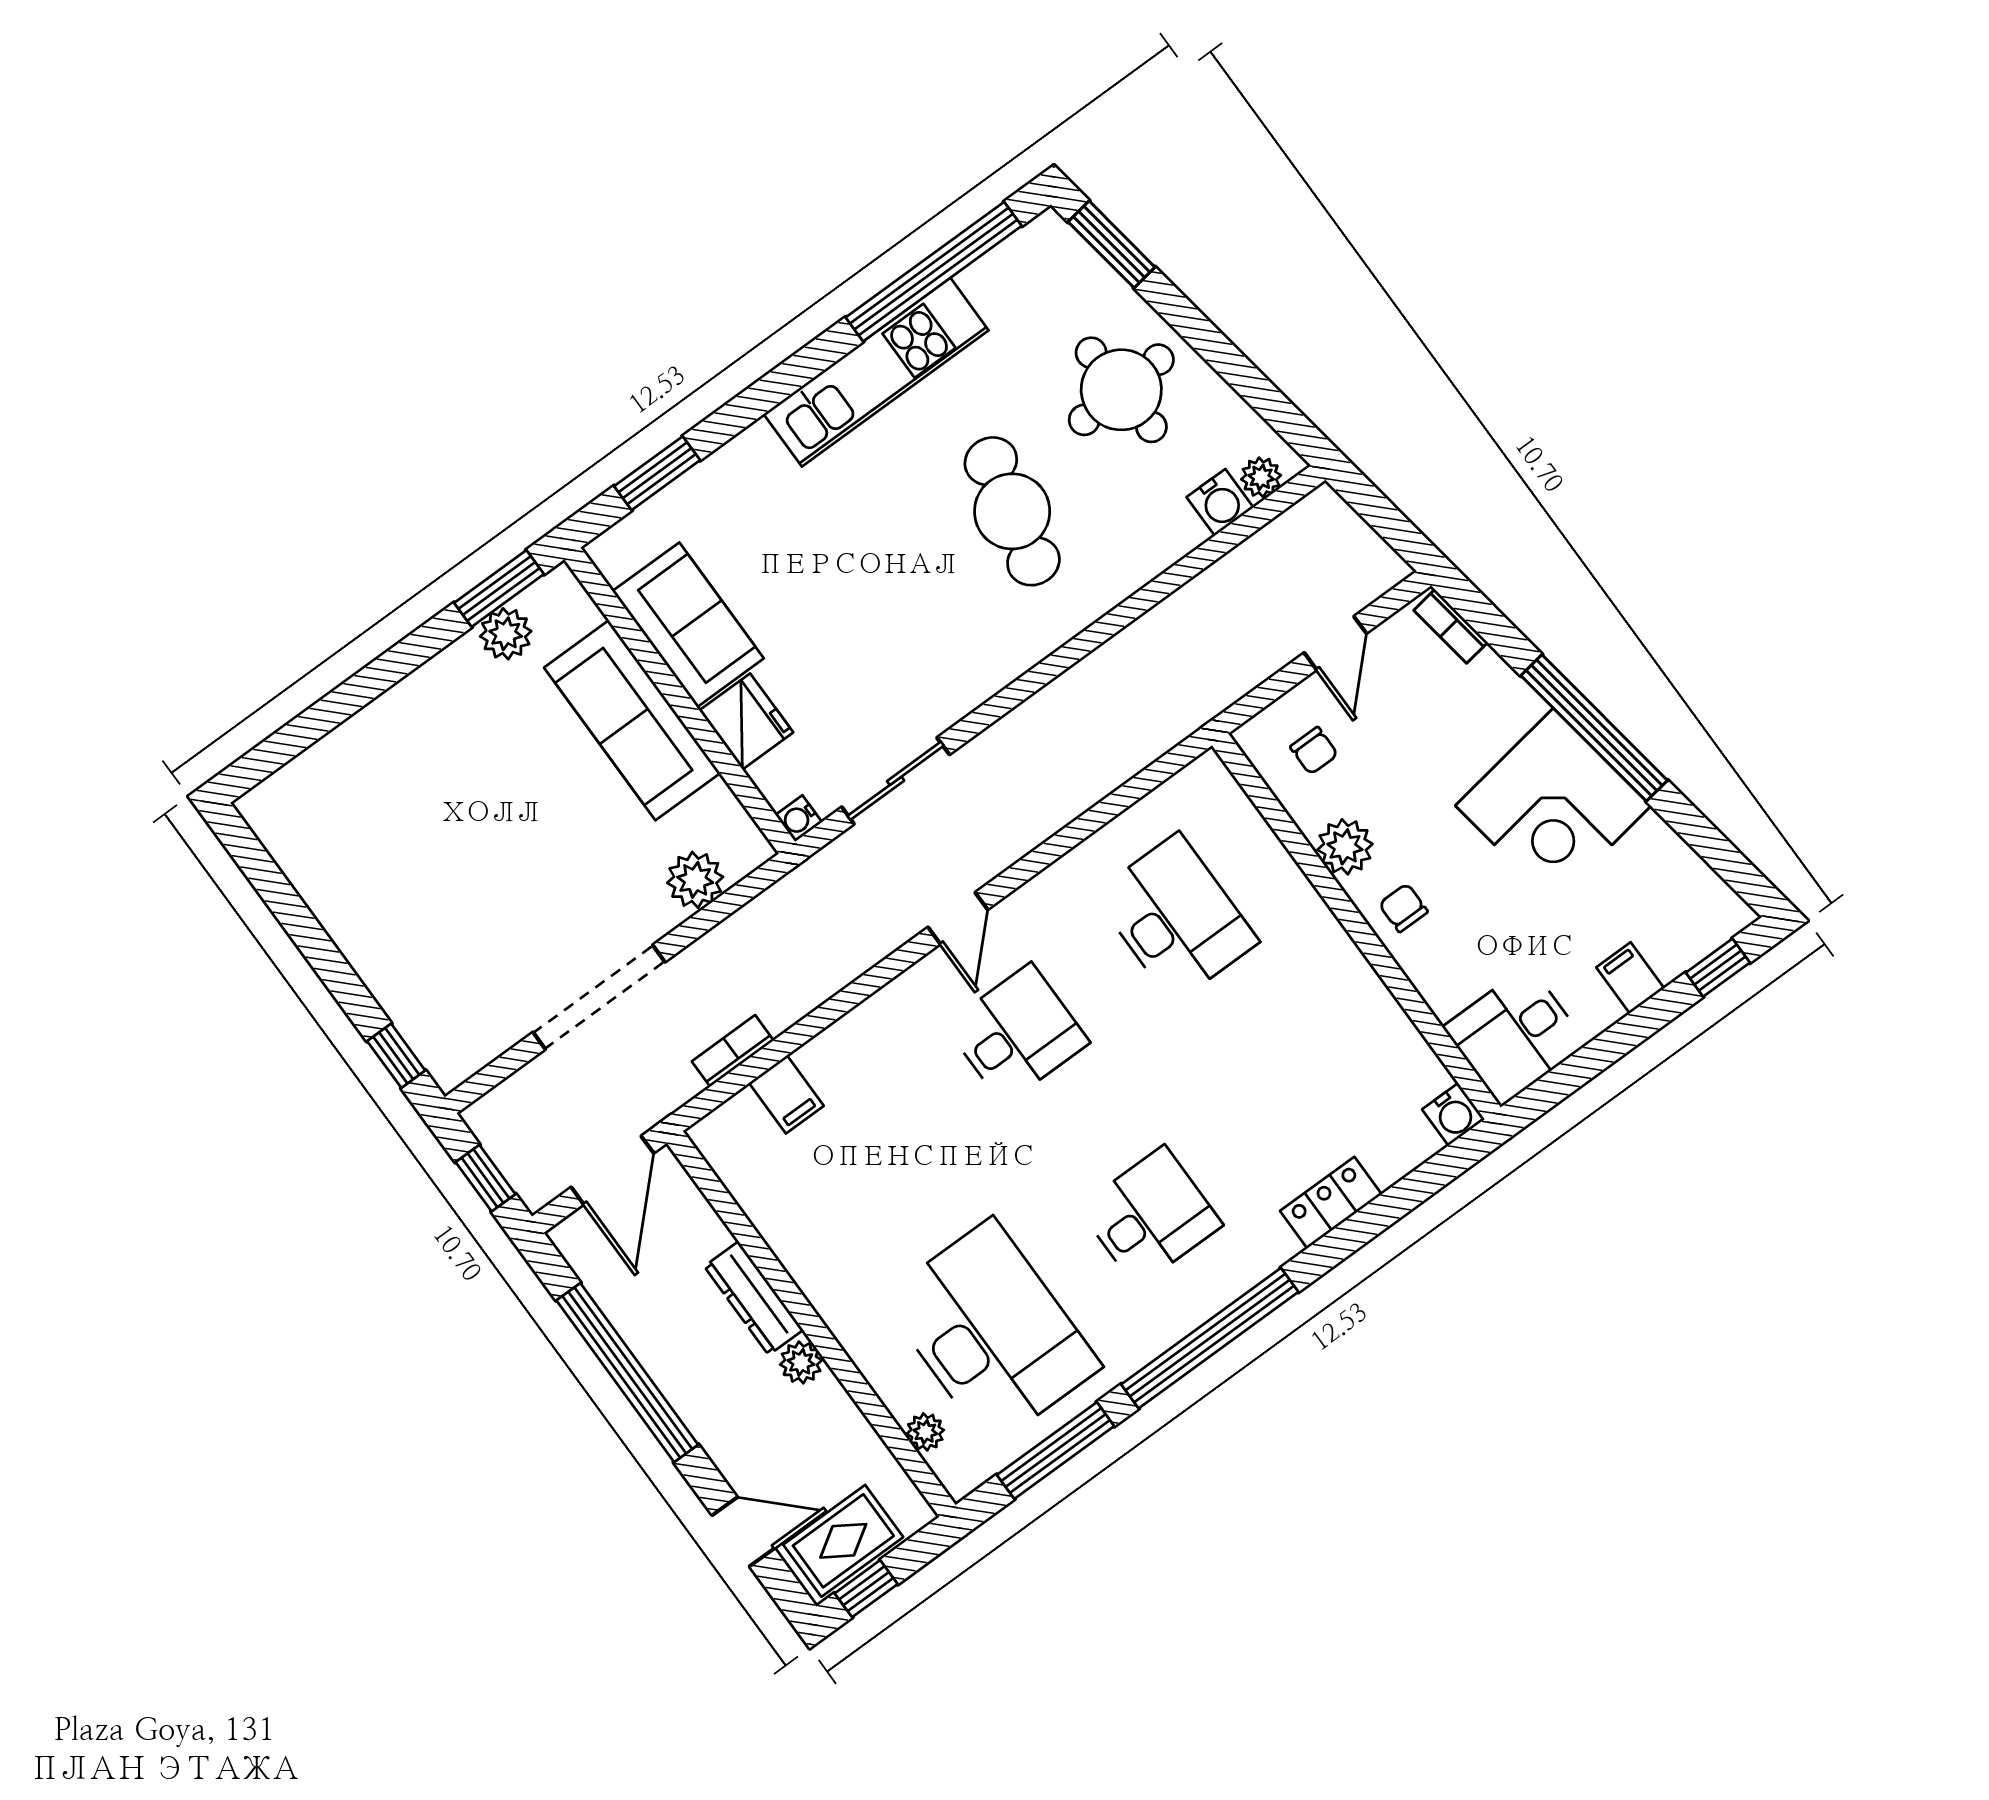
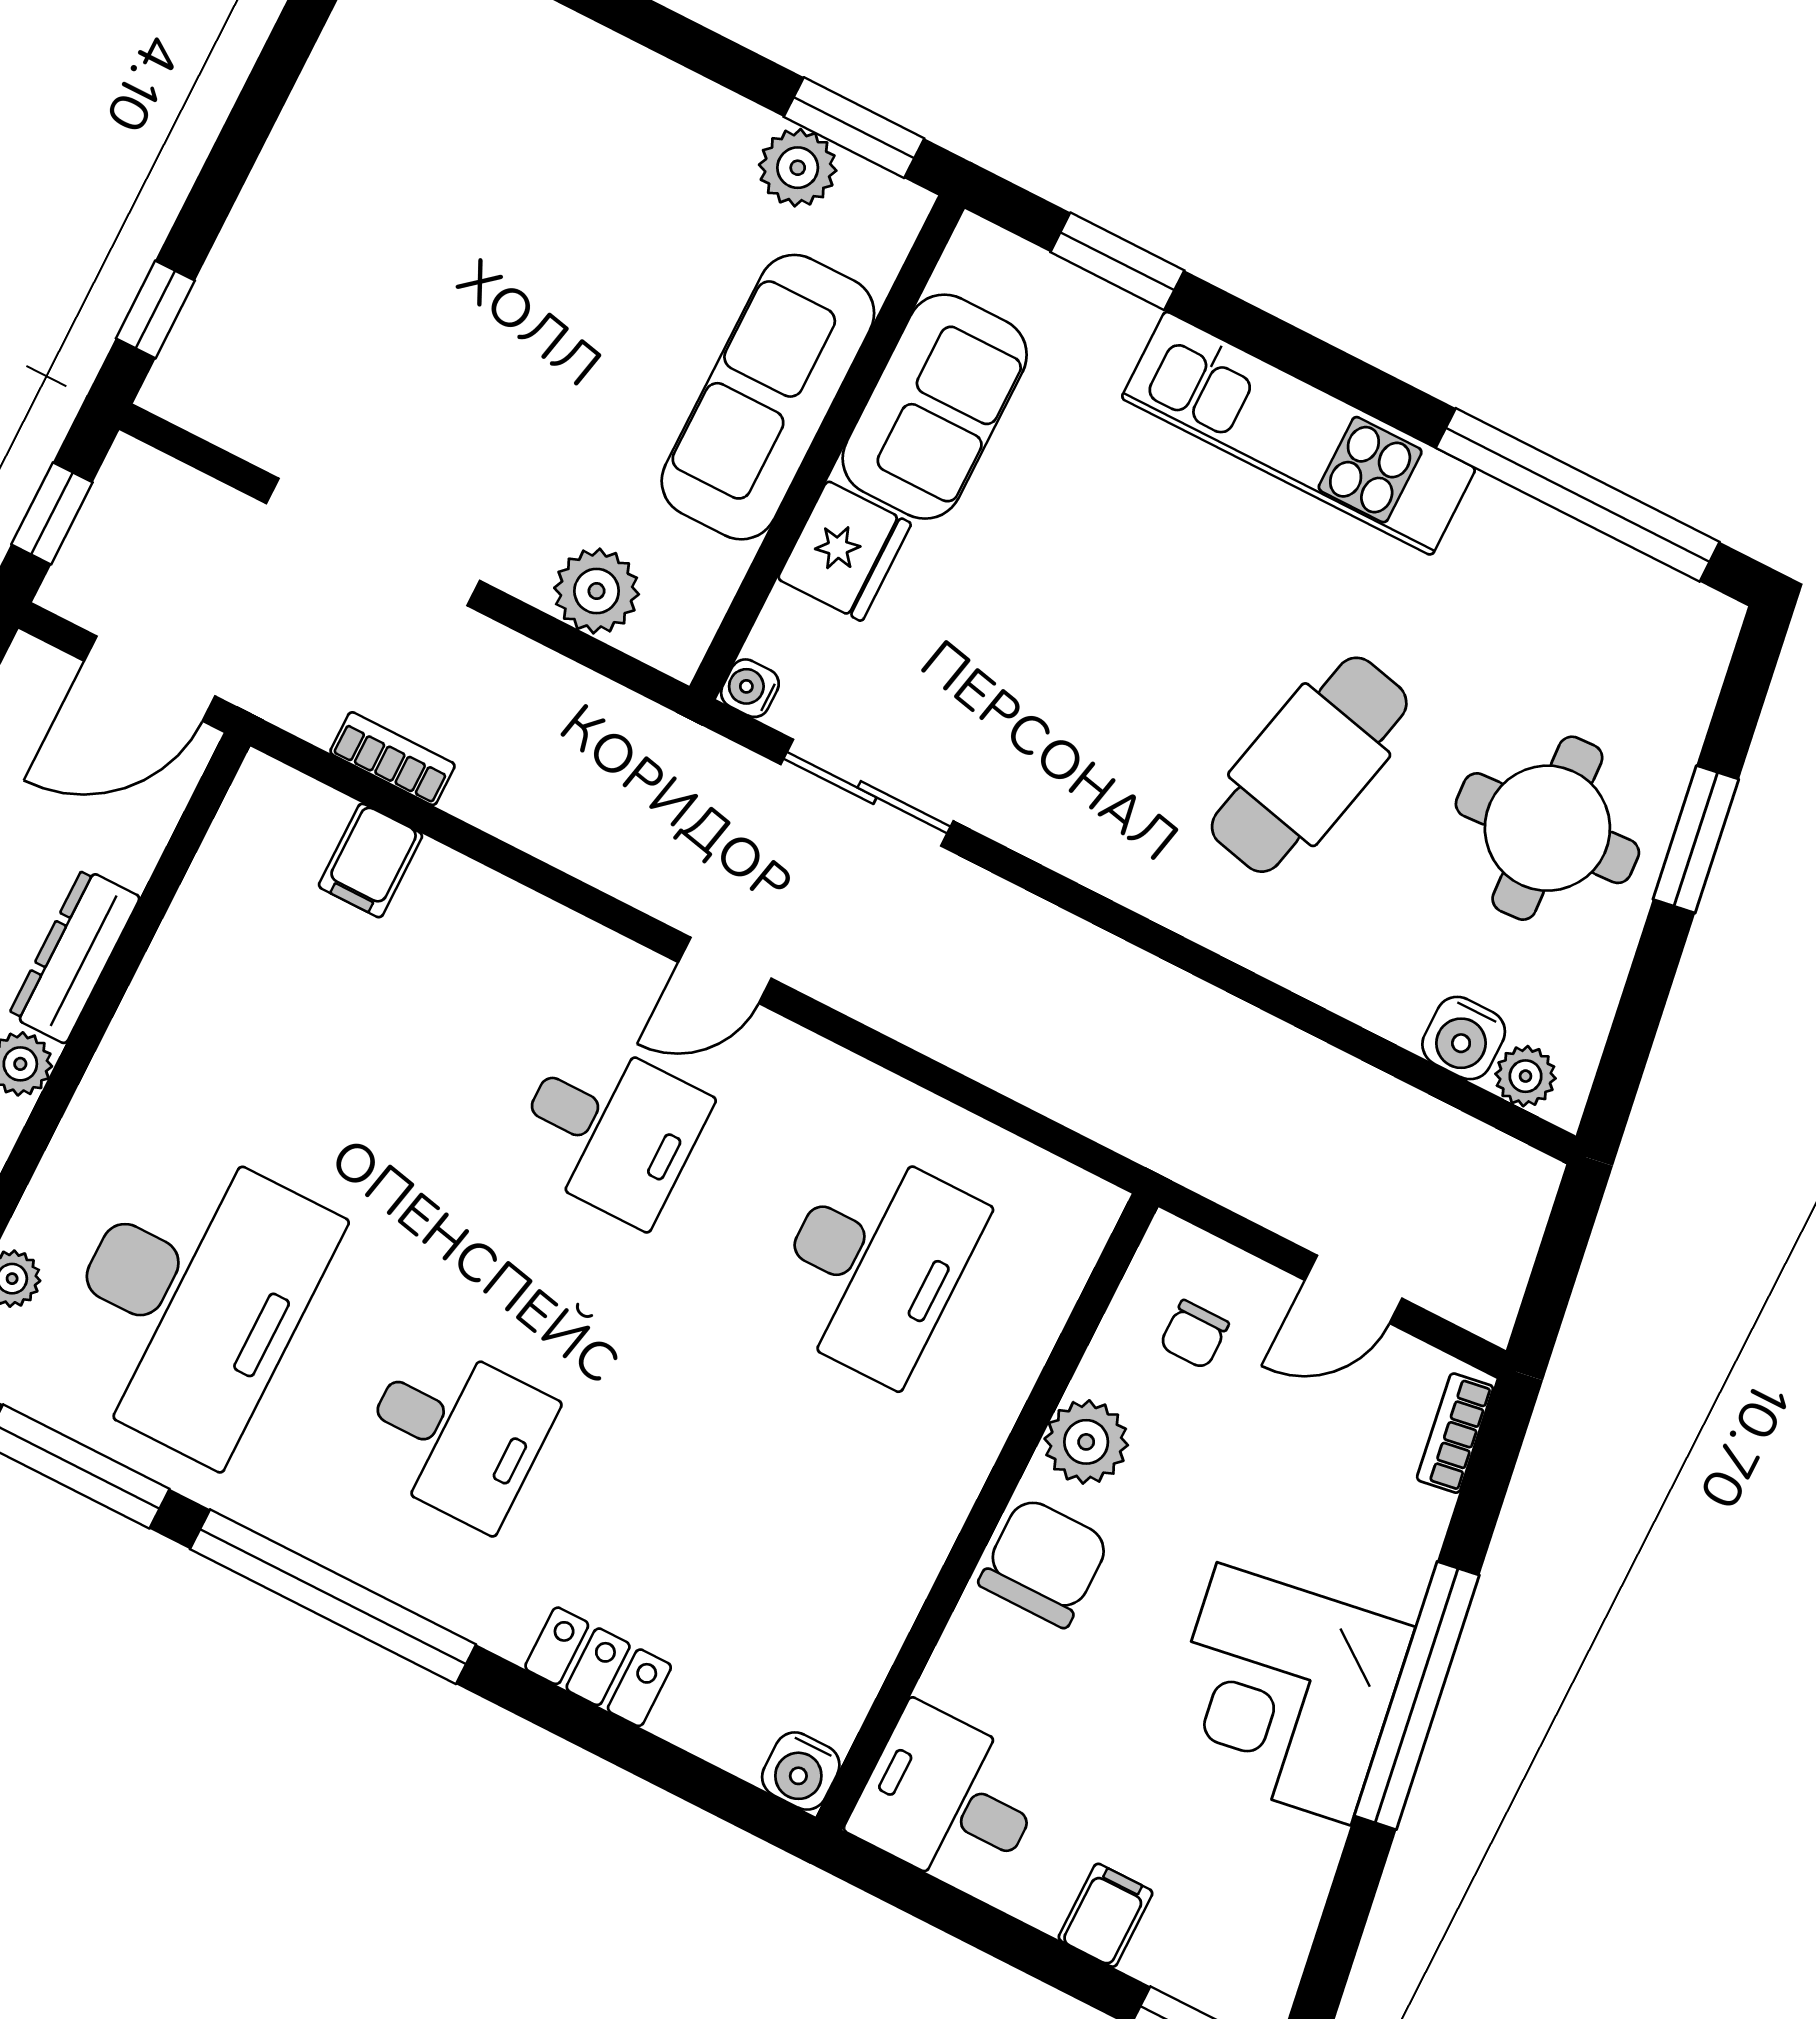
window: (1112, 244) -> (1696, 839), moved
kitchen unit: (876, 372) -> (1298, 433), moved
chair: (1403, 908) -> (1044, 1562), width x1.87, depth x1.87

